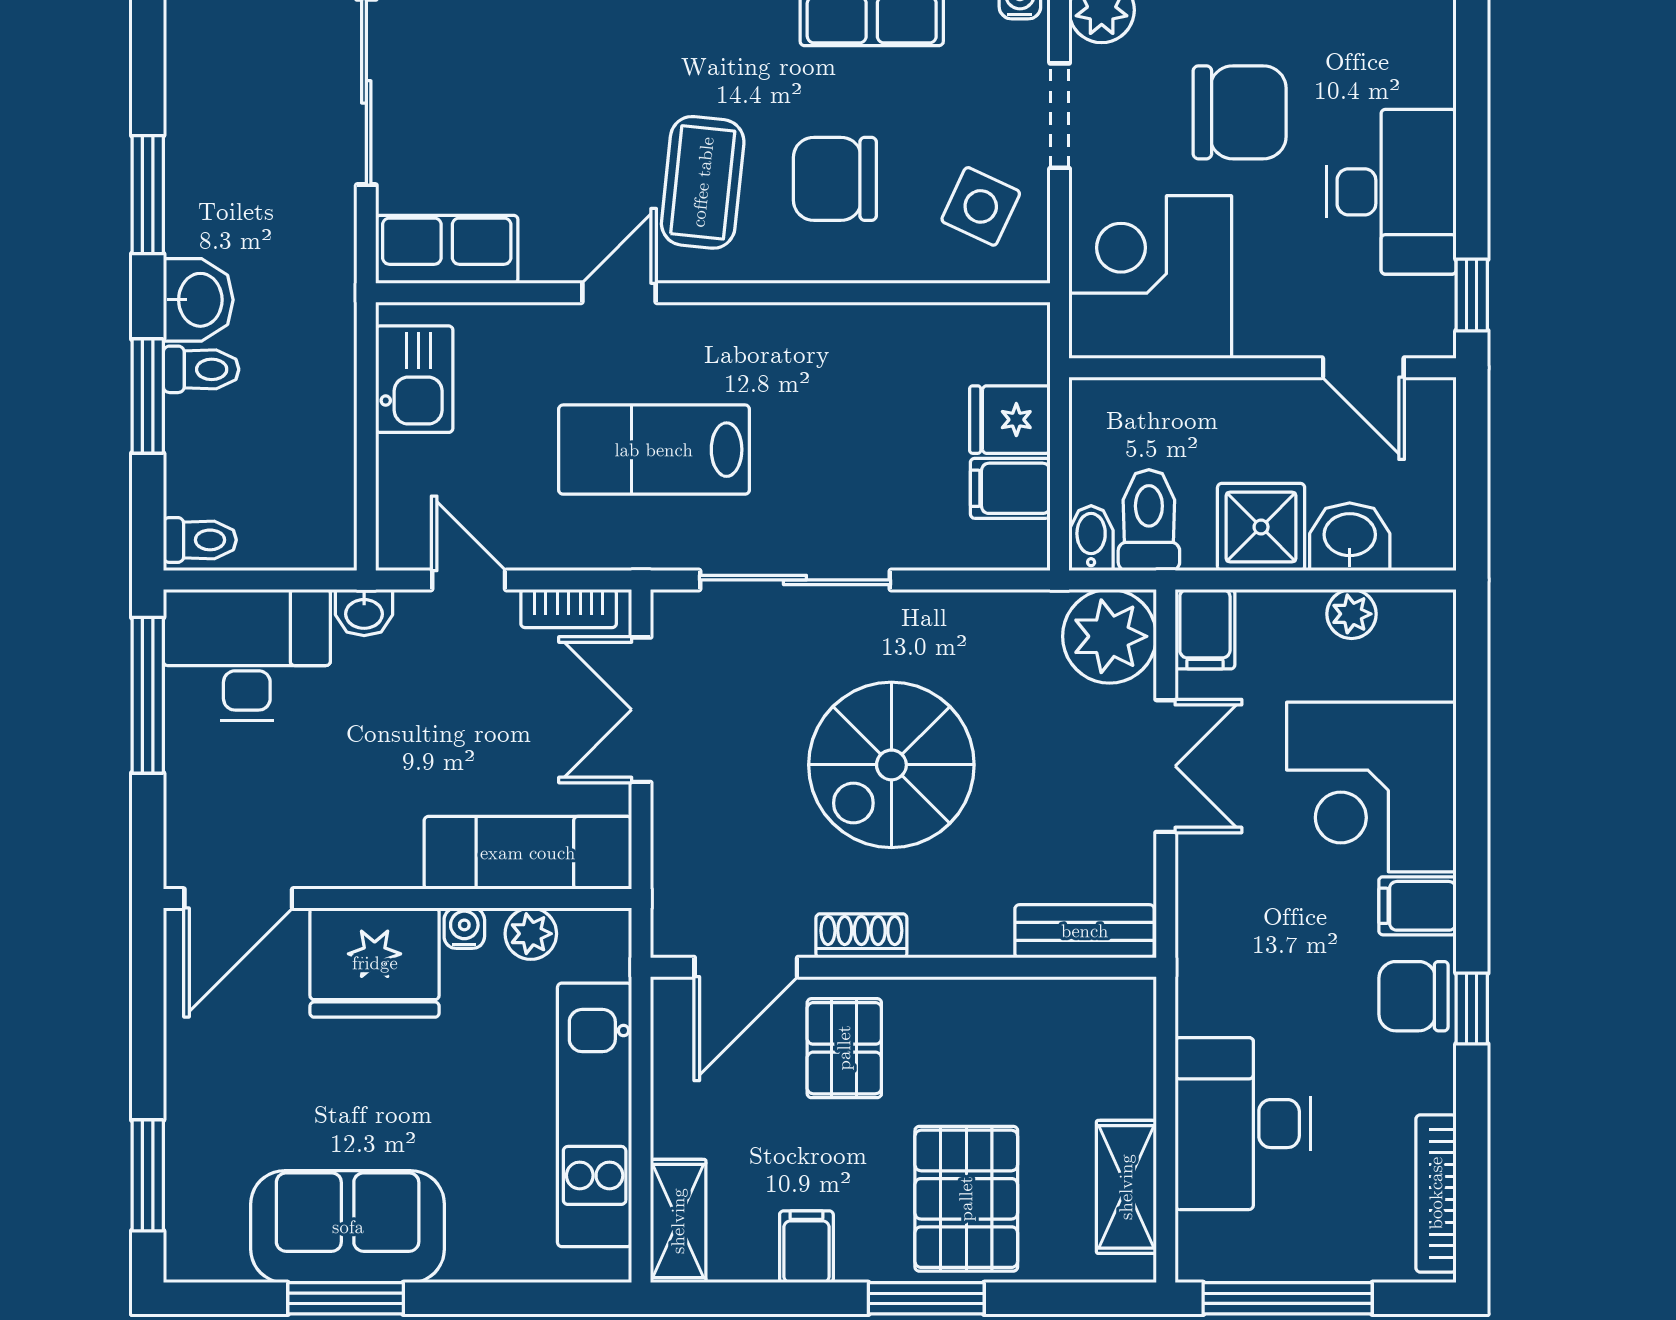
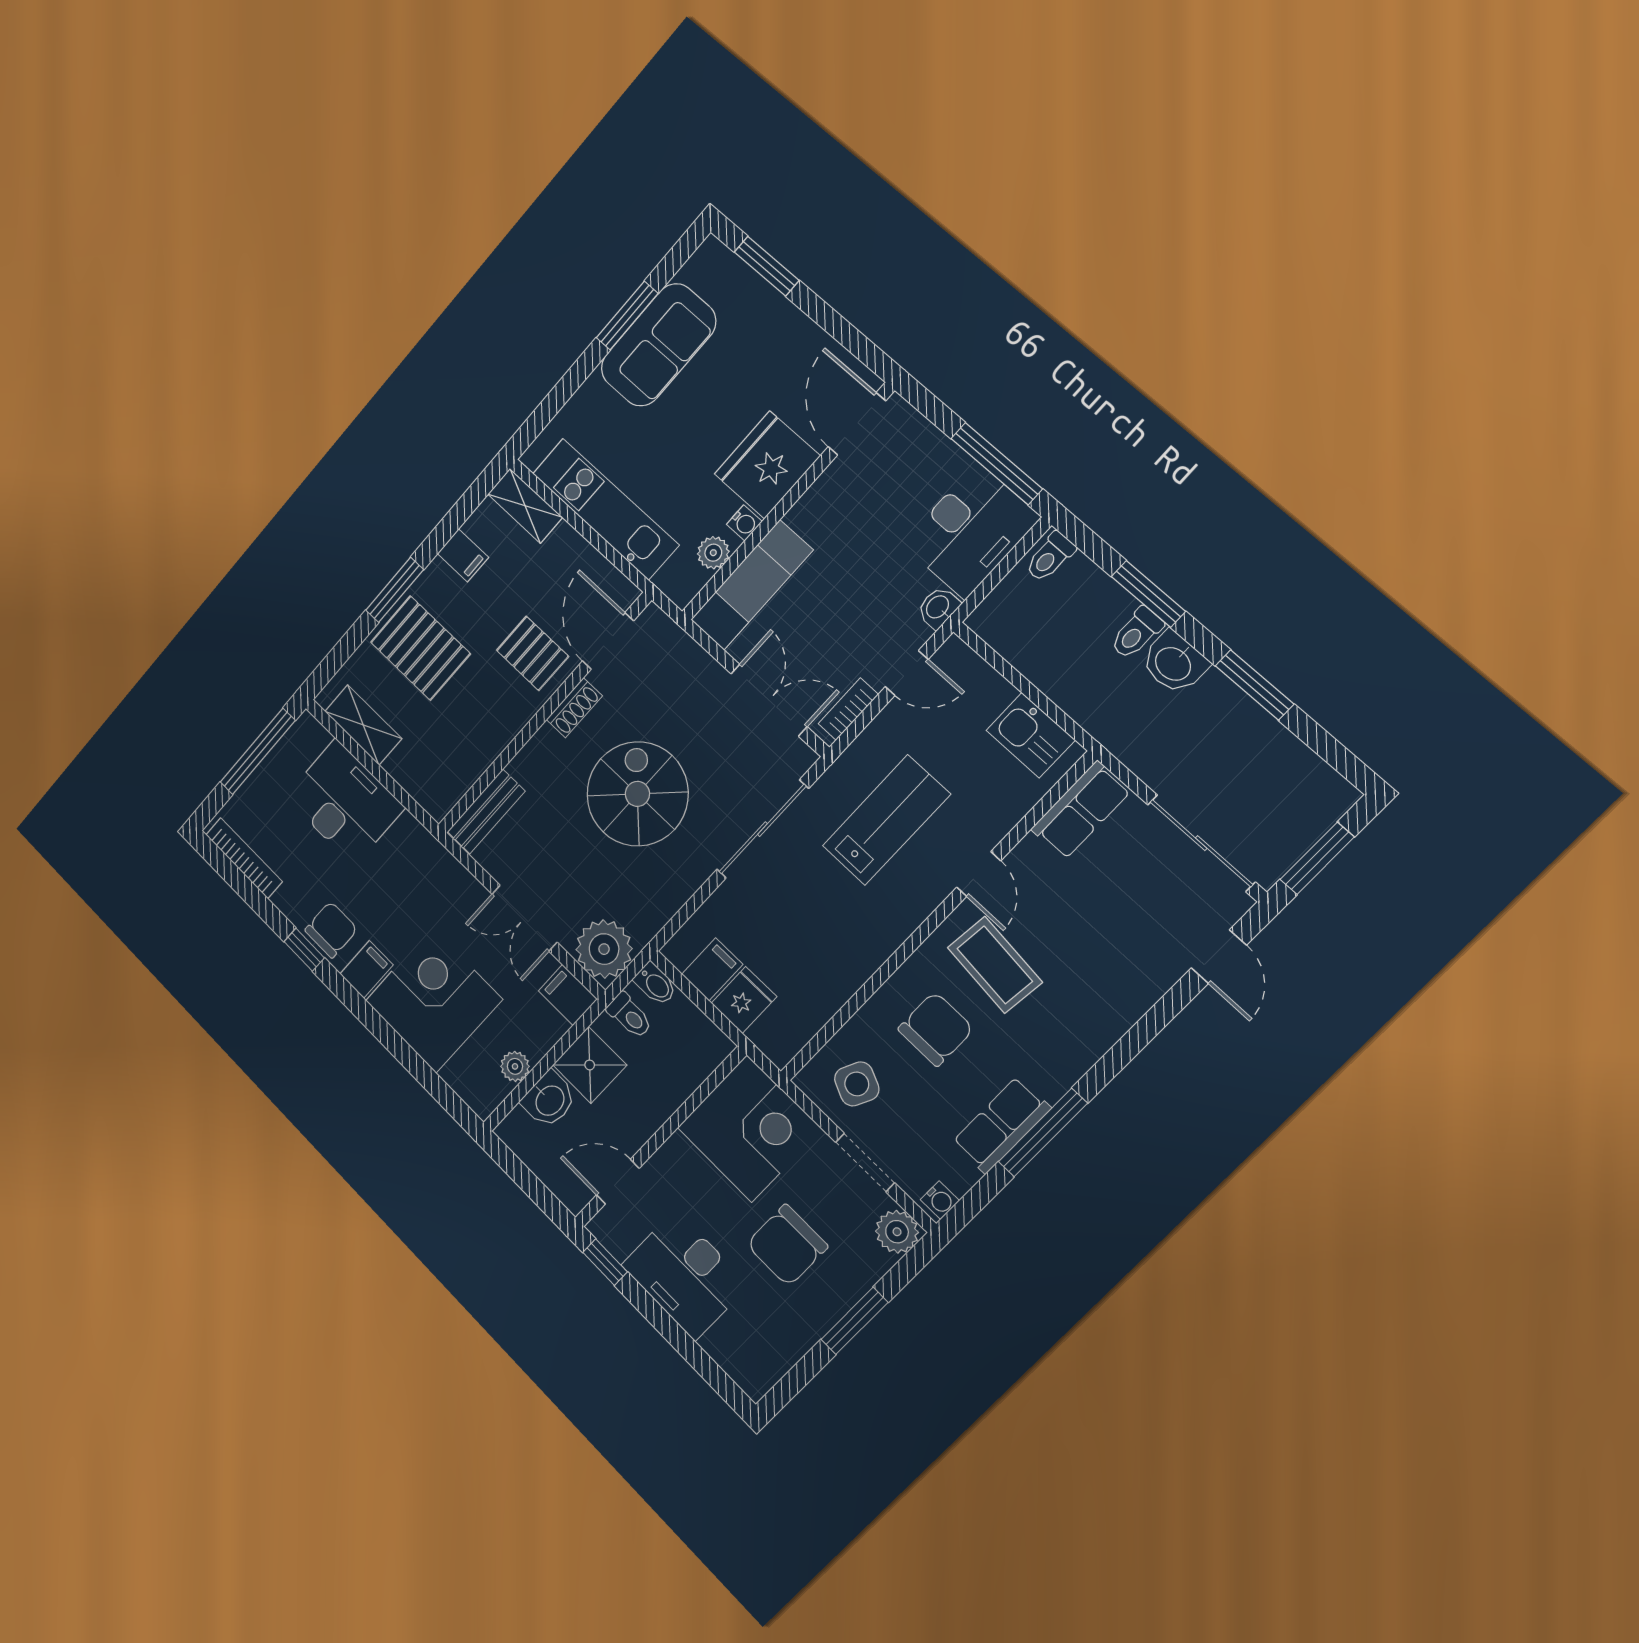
toilet: (1149, 520) -> (630, 1015), width x0.73, depth x0.72

